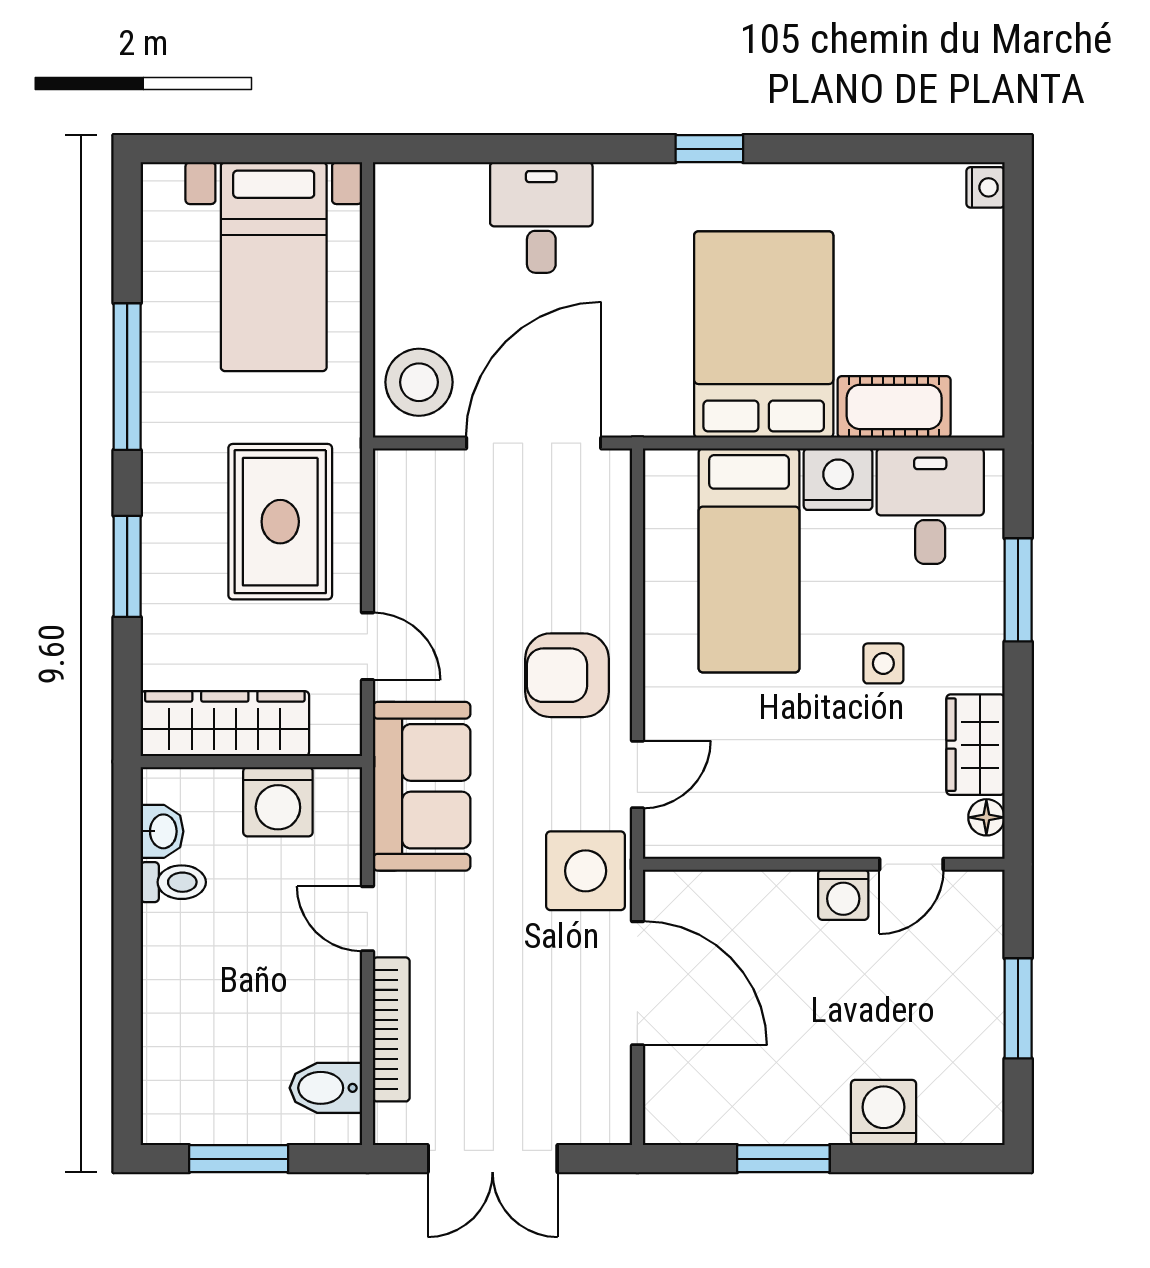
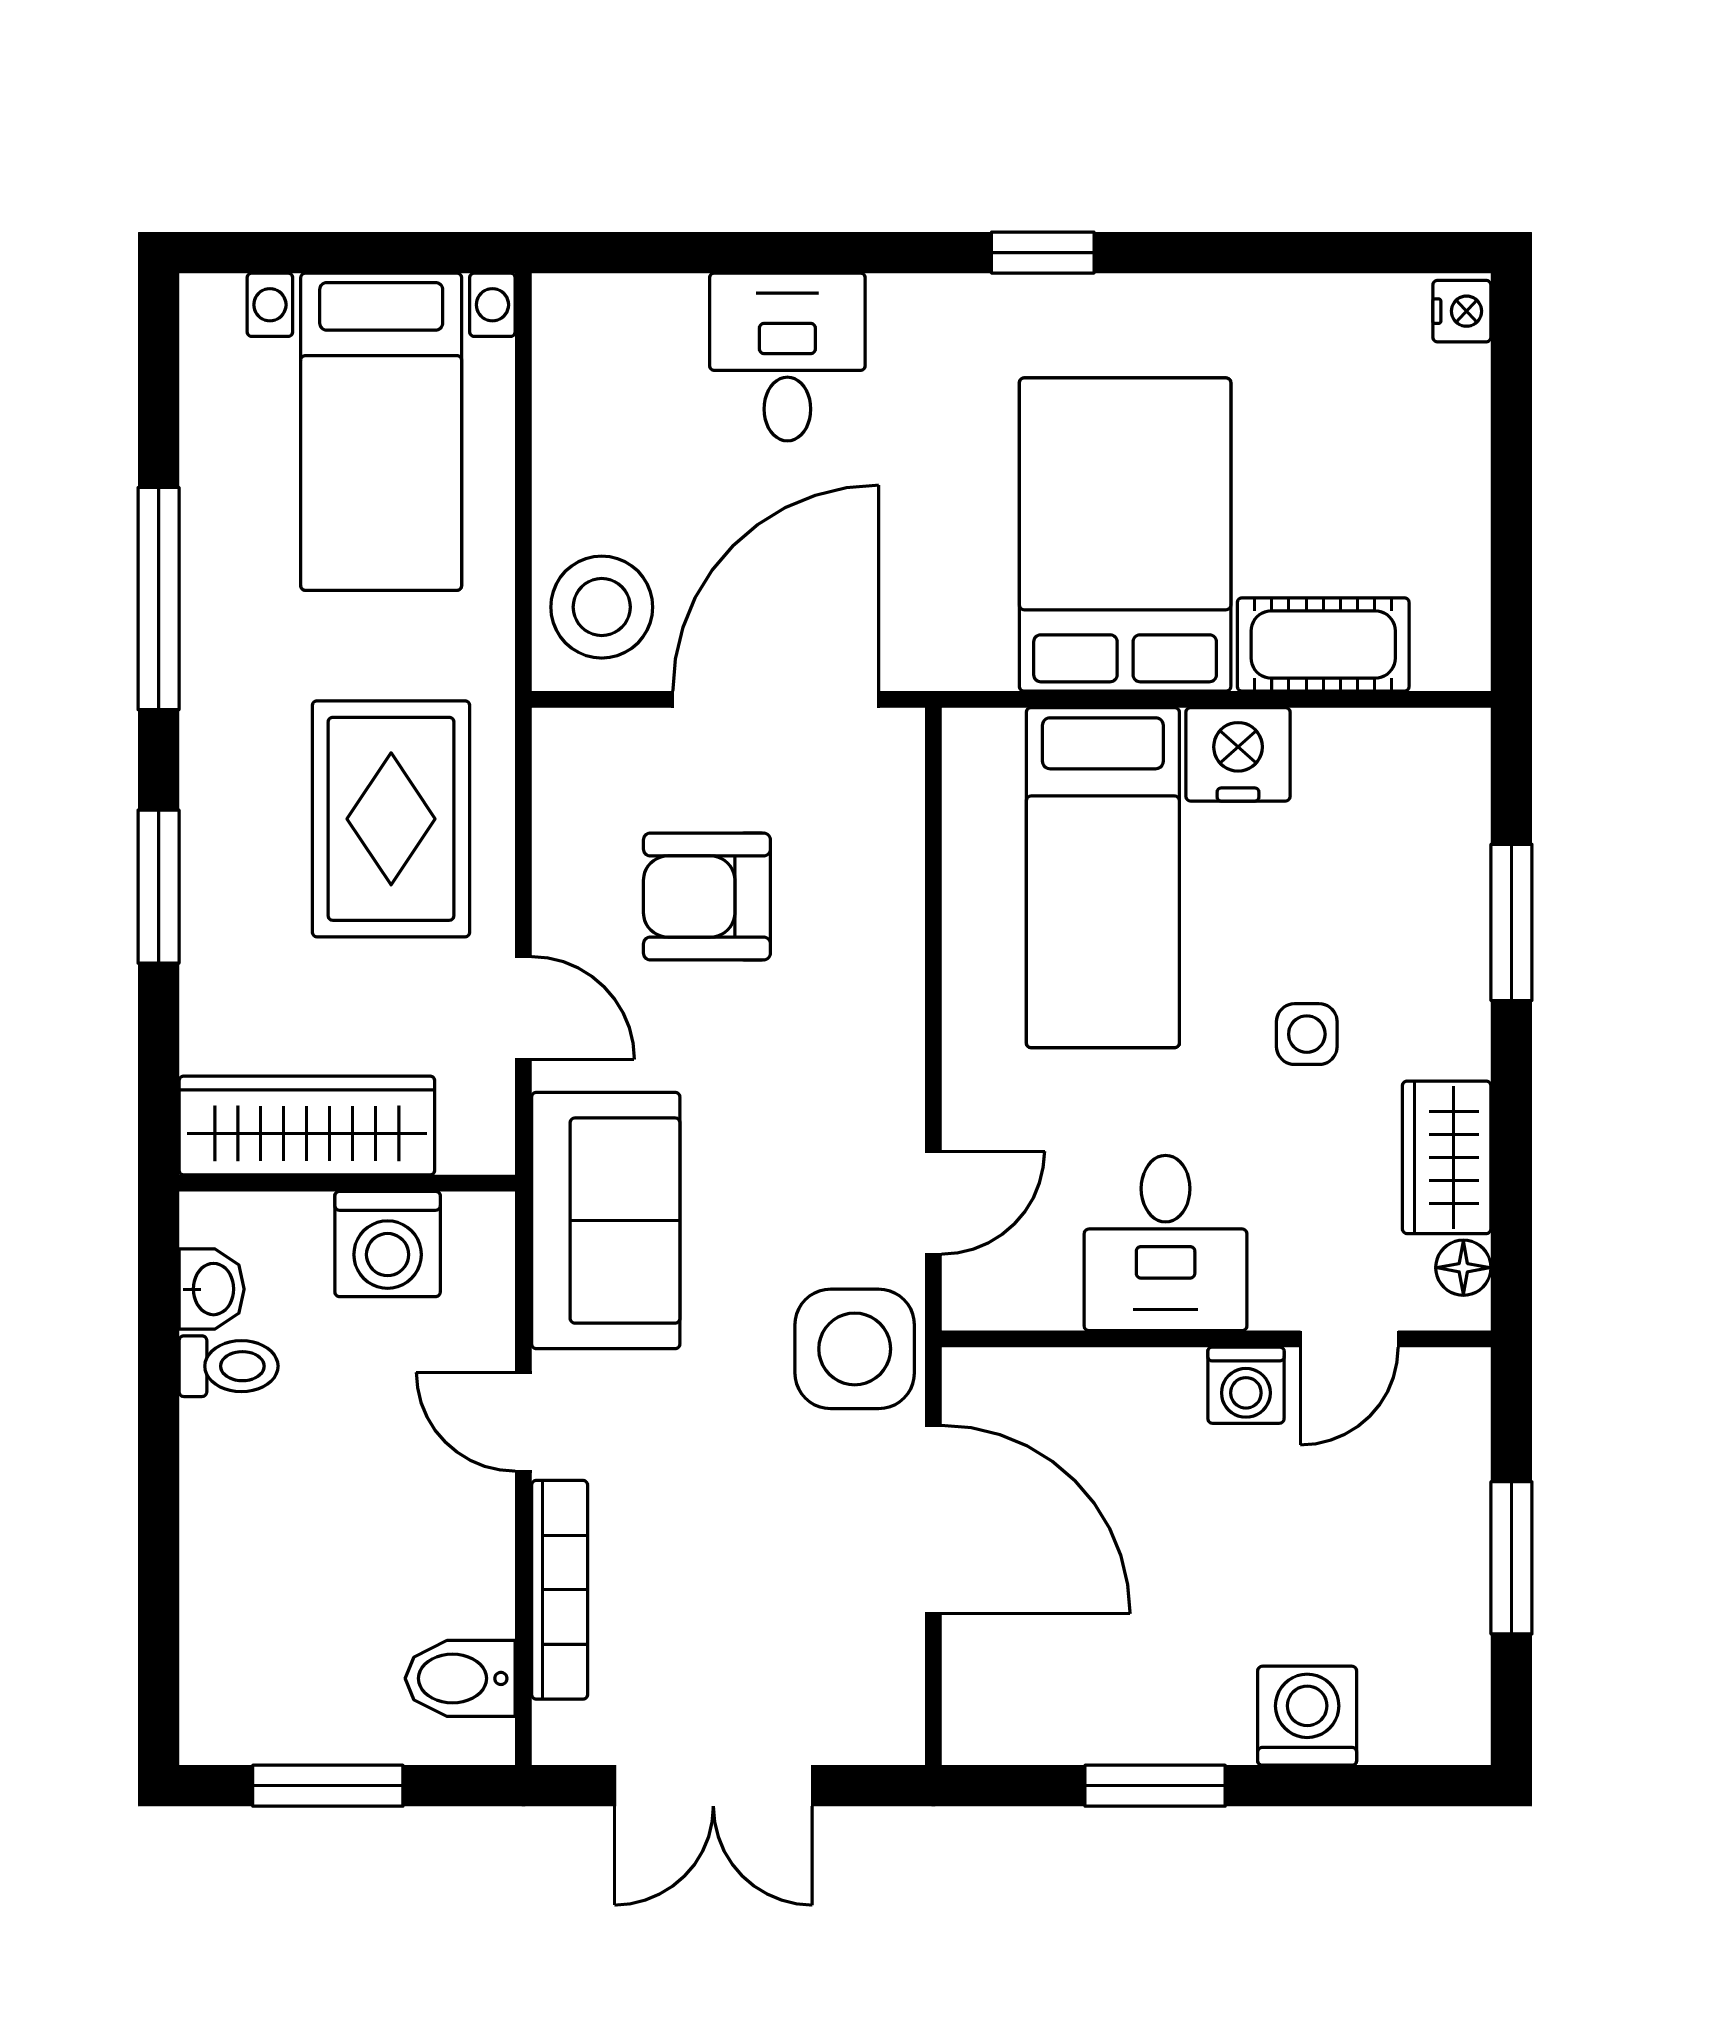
desk: (930, 506) -> (1166, 1243), moved, turned 180
armchair: (567, 675) -> (707, 897), moved

